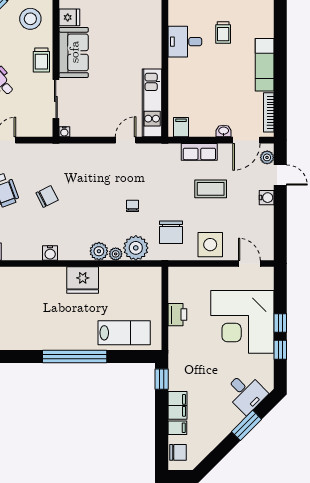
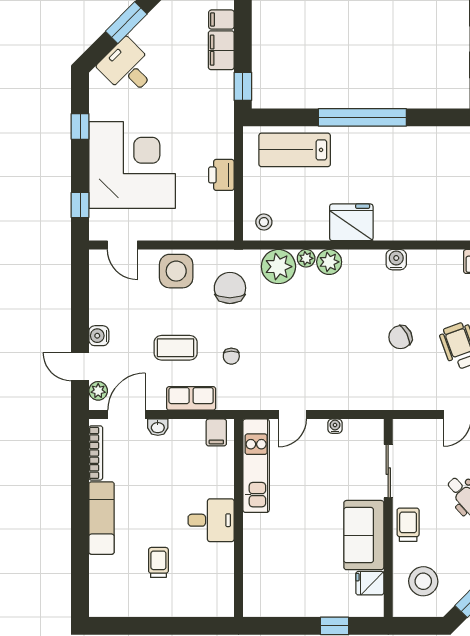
desk: (185, 42) -> (211, 520), moved
water cooler: (64, 132) -> (335, 426), moved
chair: (133, 206) -> (231, 356), moved
stool: (146, 280) -> (264, 222), added
window: (280, 323) -> (80, 205), moved

